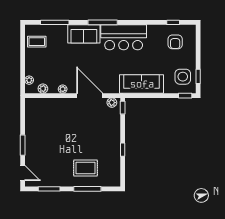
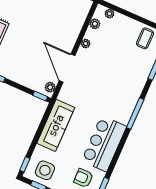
sofa: (84, 34) -> (132, 89), removed
bar counter: (124, 37) -> (104, 144), moved
door: (90, 96) -> (67, 68), swing flipped

